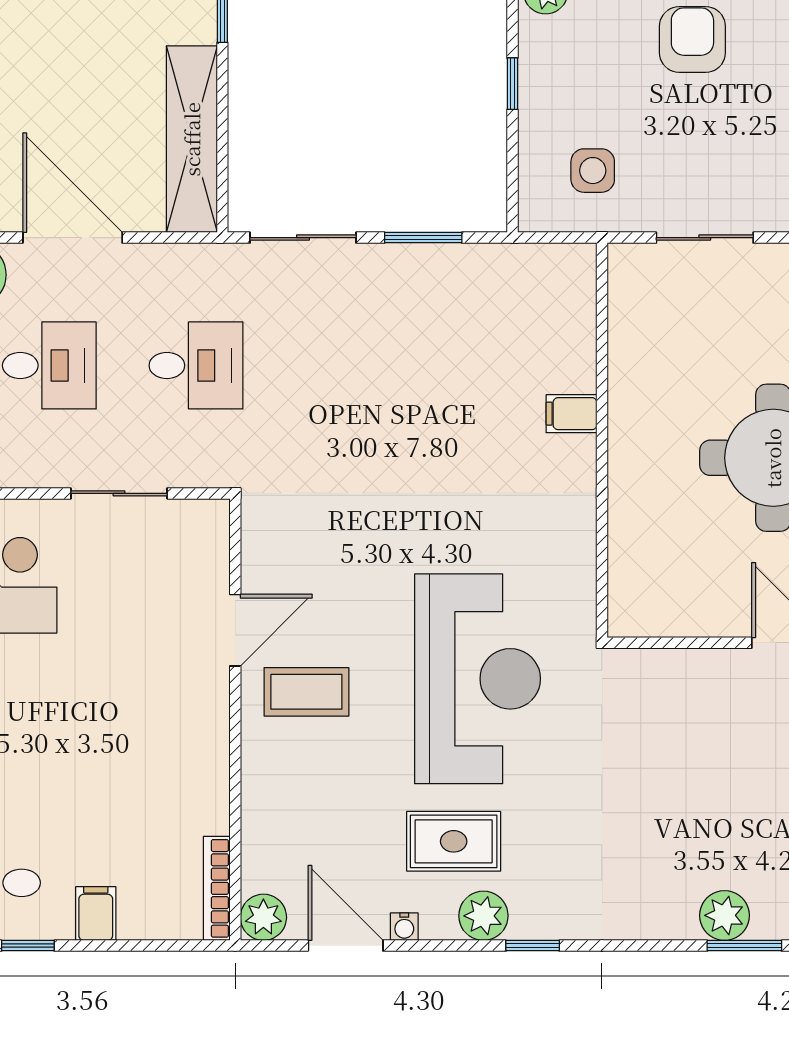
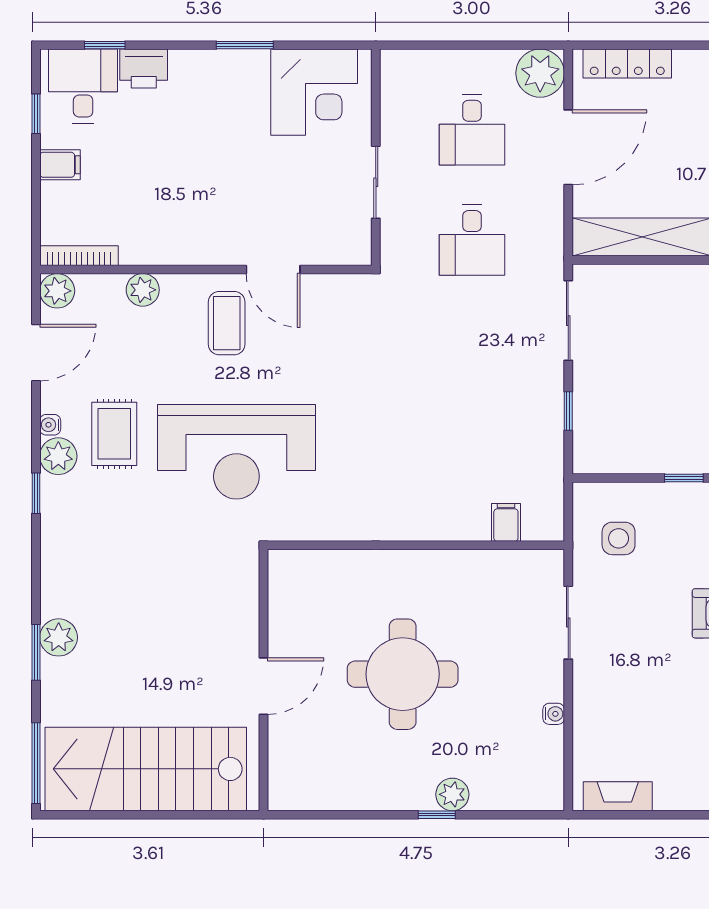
window: (423, 238) -> (568, 411), width x0.67
filing cabinet: (571, 414) -> (506, 522), moved
plant: (262, 803) -> (143, 290), added
water cooler: (404, 927) -> (50, 425), moved

